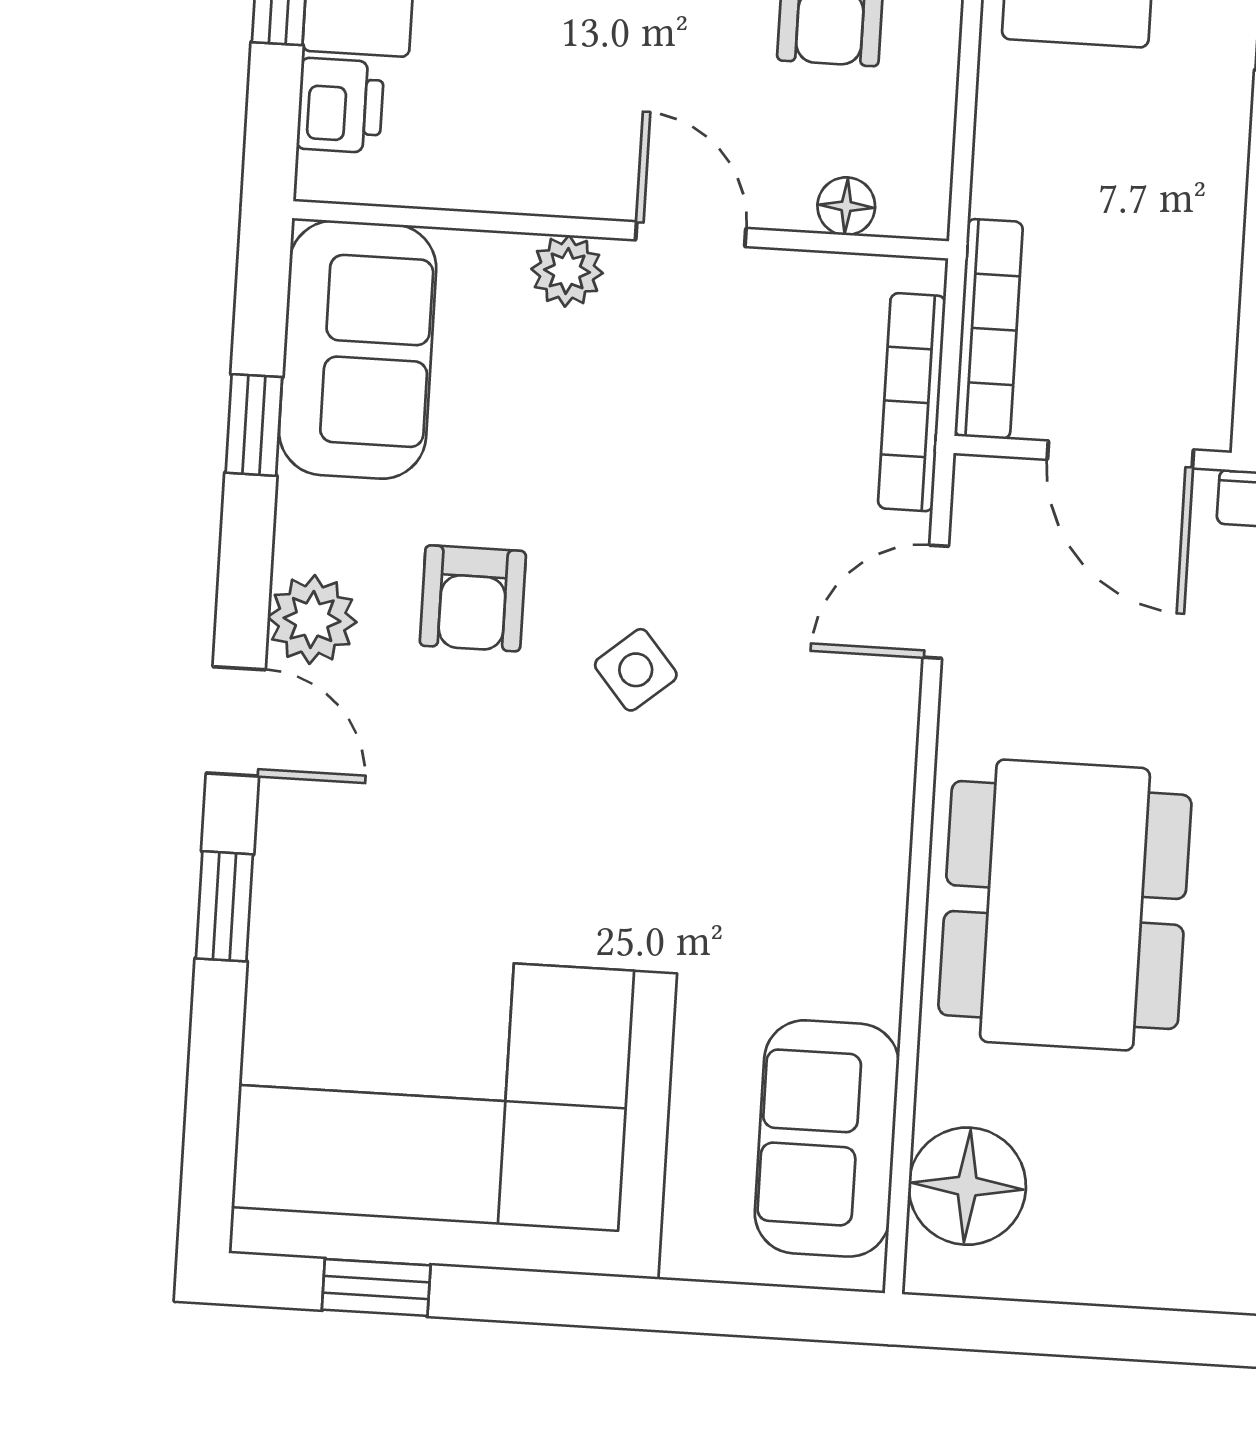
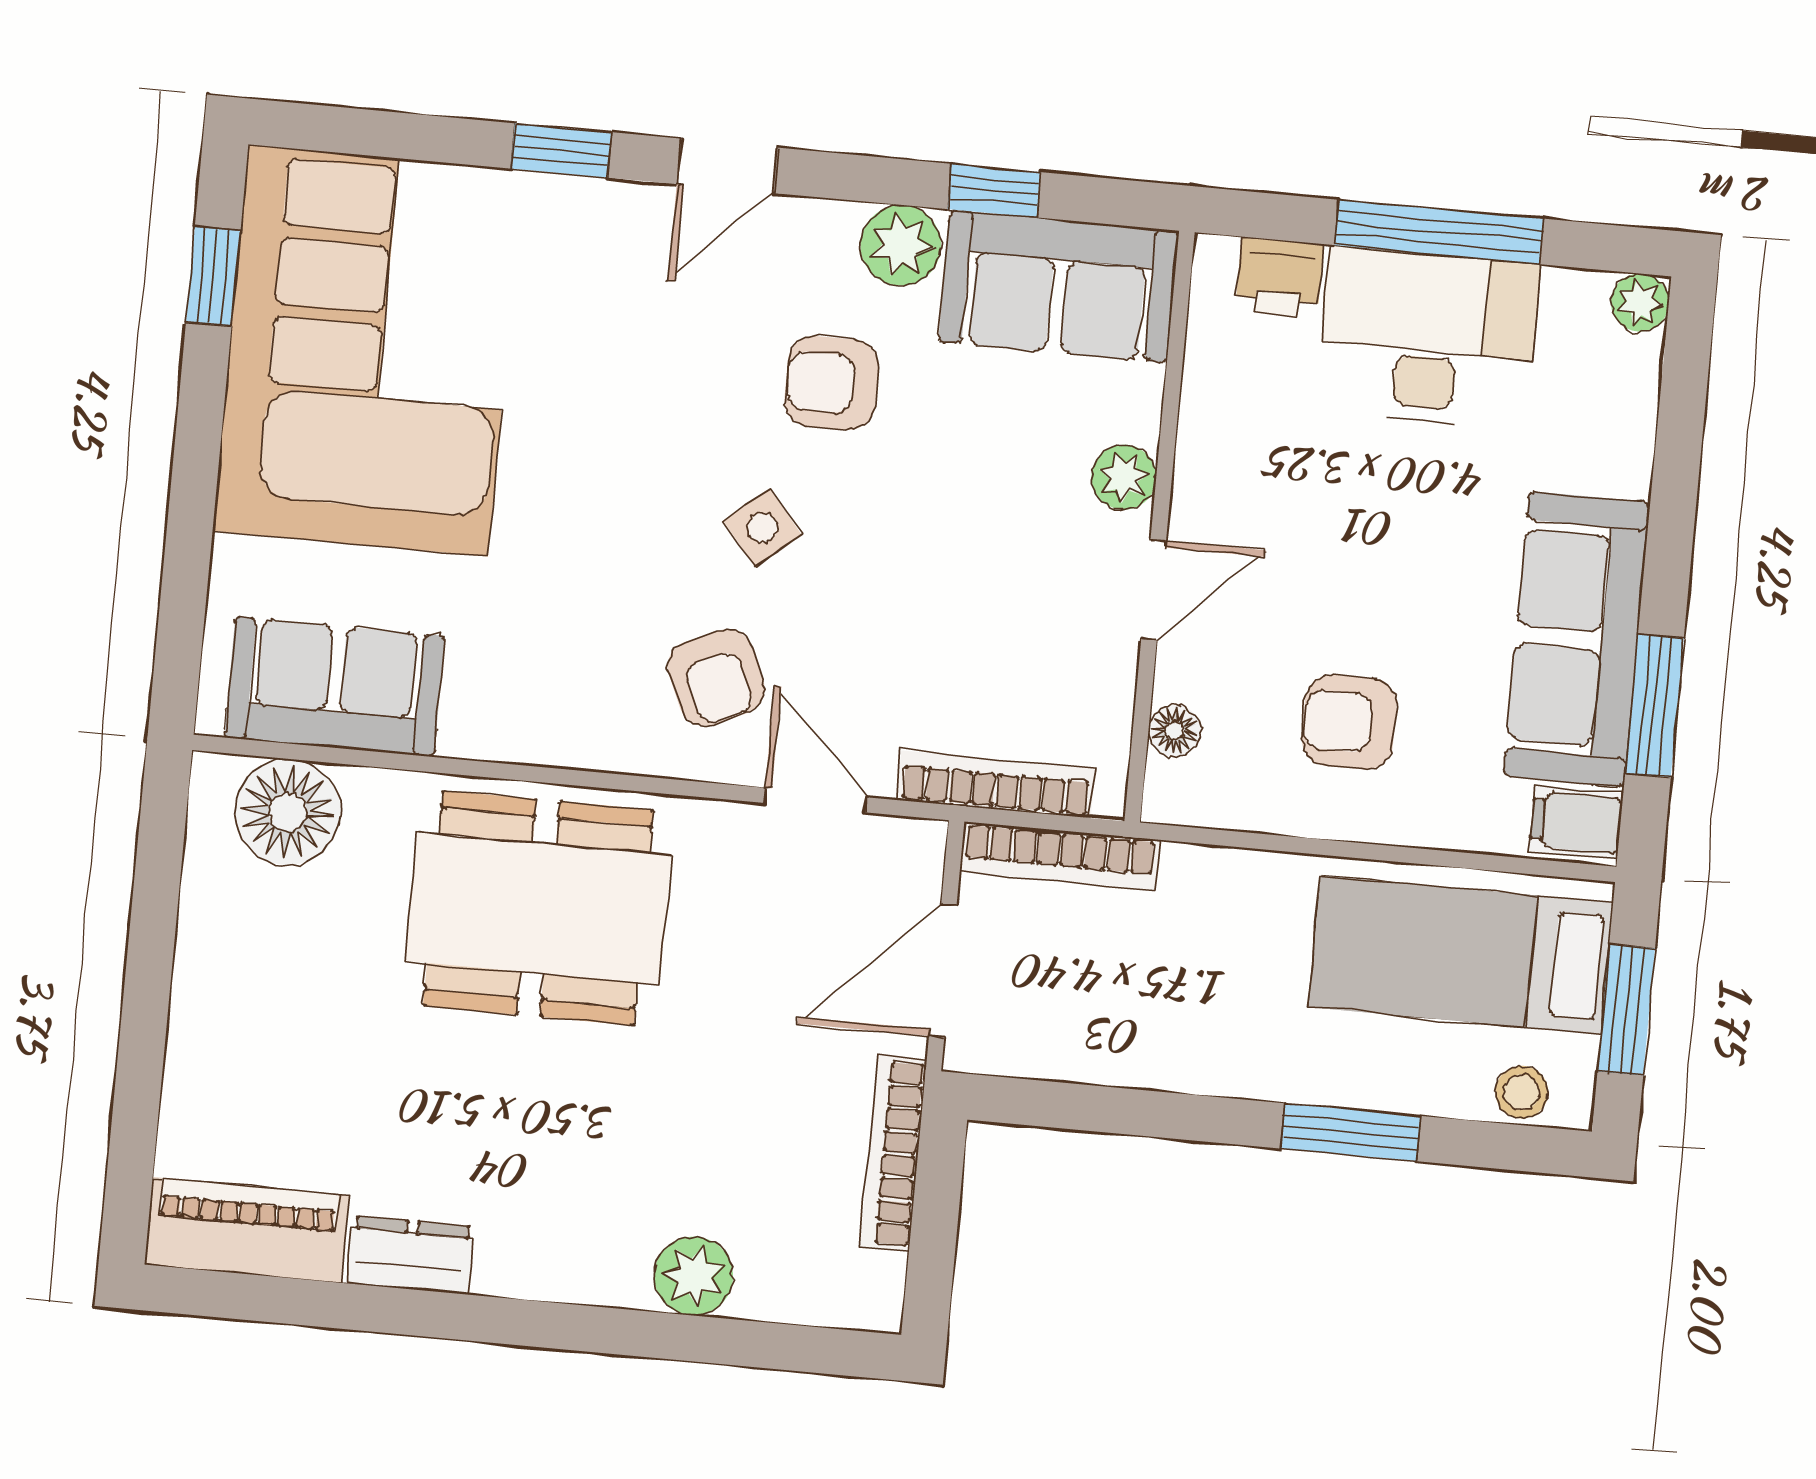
plant: (312, 620) -> (901, 245), moved
armchair: (803, 716) -> (716, 678), added

